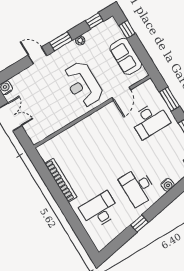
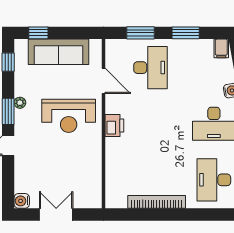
plant: (80, 41) -> (20, 103), moved
sofa: (126, 56) -> (58, 52), width x1.36
printer: (95, 120) -> (114, 126), added

